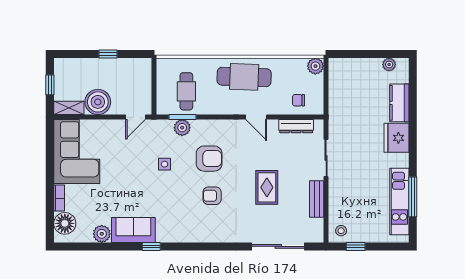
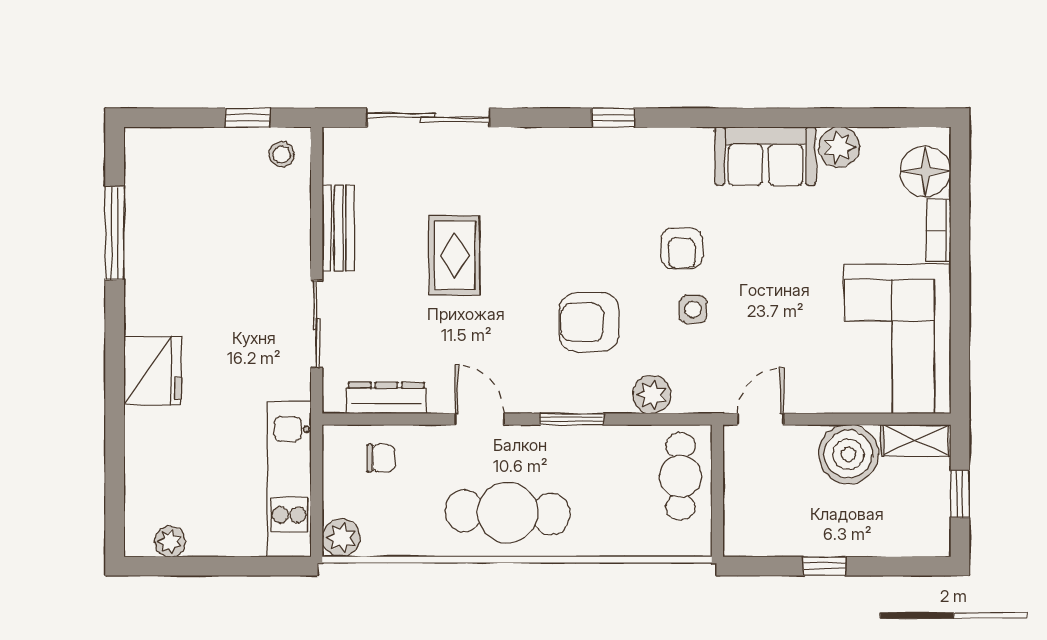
cafe table: (186, 91) -> (680, 476), moved
kitchen counter: (399, 103) -> (146, 452), removed
window: (183, 117) -> (572, 419), moved
armchair: (212, 196) -> (682, 248), moved, turned 90
kitchen unit: (399, 202) -> (289, 479), moved, turned 180
window: (151, 246) -> (613, 118), moved

